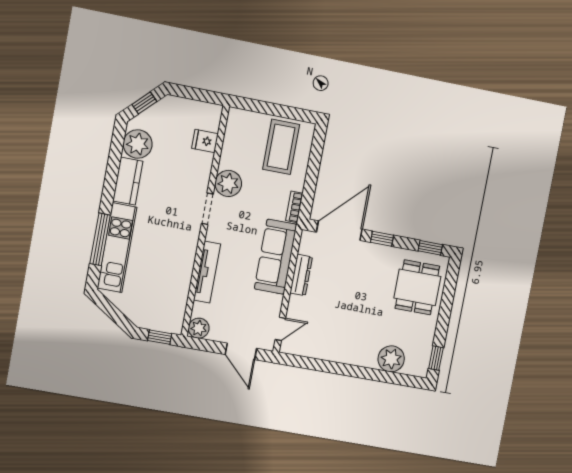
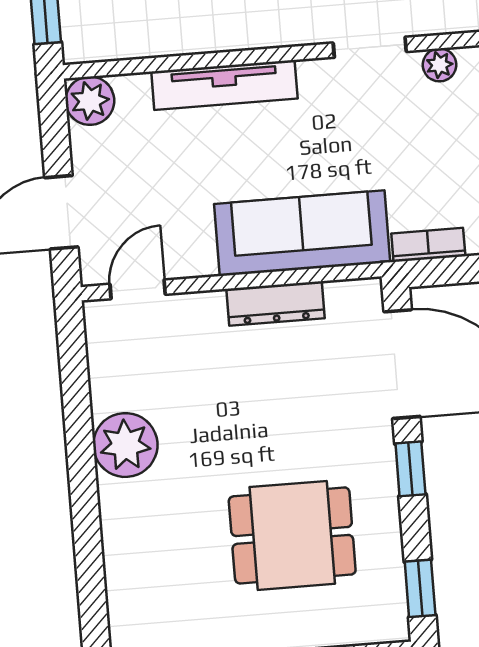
plant: (228, 183) -> (439, 65), width x0.53, depth x0.53
dining table: (417, 287) -> (292, 535), moved
door: (280, 329) -> (138, 289), swing flipped
plant: (391, 359) -> (125, 445), moved

